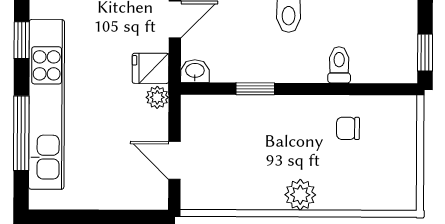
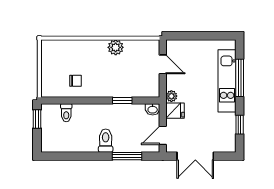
toilet: (339, 65) -> (66, 113), moved
kitchen unit: (47, 104) -> (227, 81), width x0.73
plant: (300, 195) -> (116, 47), moved

